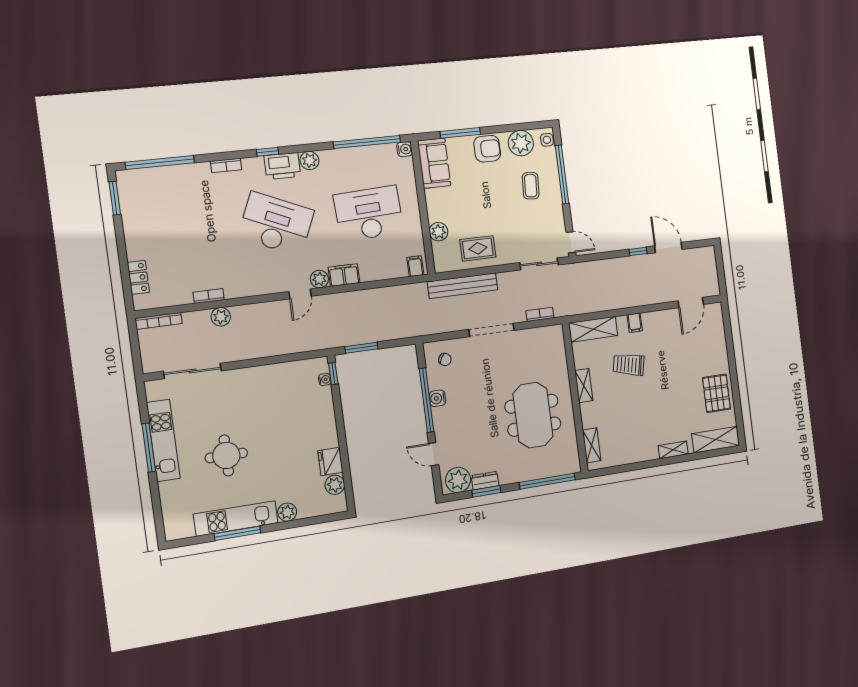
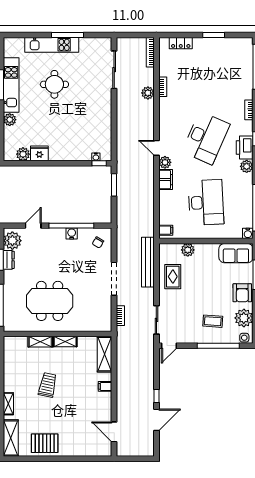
window: (115, 198) -> (214, 35), moved
trolley: (629, 365) -> (48, 385), moved
kitchen unit: (163, 440) -> (52, 45), moved
shelving: (592, 445) -> (40, 342), moved

